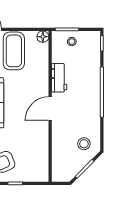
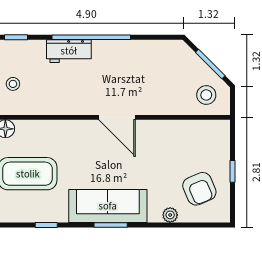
workbench: (59, 78) -> (69, 51), moved, turned 180
stool: (84, 144) -> (206, 95), moved

